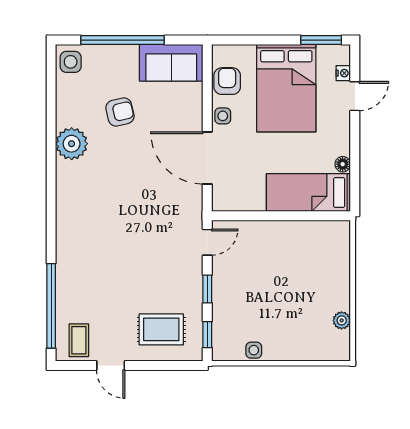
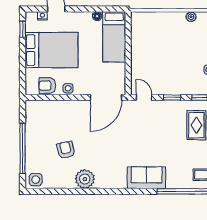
window: (321, 40) -> (23, 29), width x0.67
sofa: (171, 63) -> (147, 178), moved, turned -90
door: (207, 158) -> (106, 98), moved

